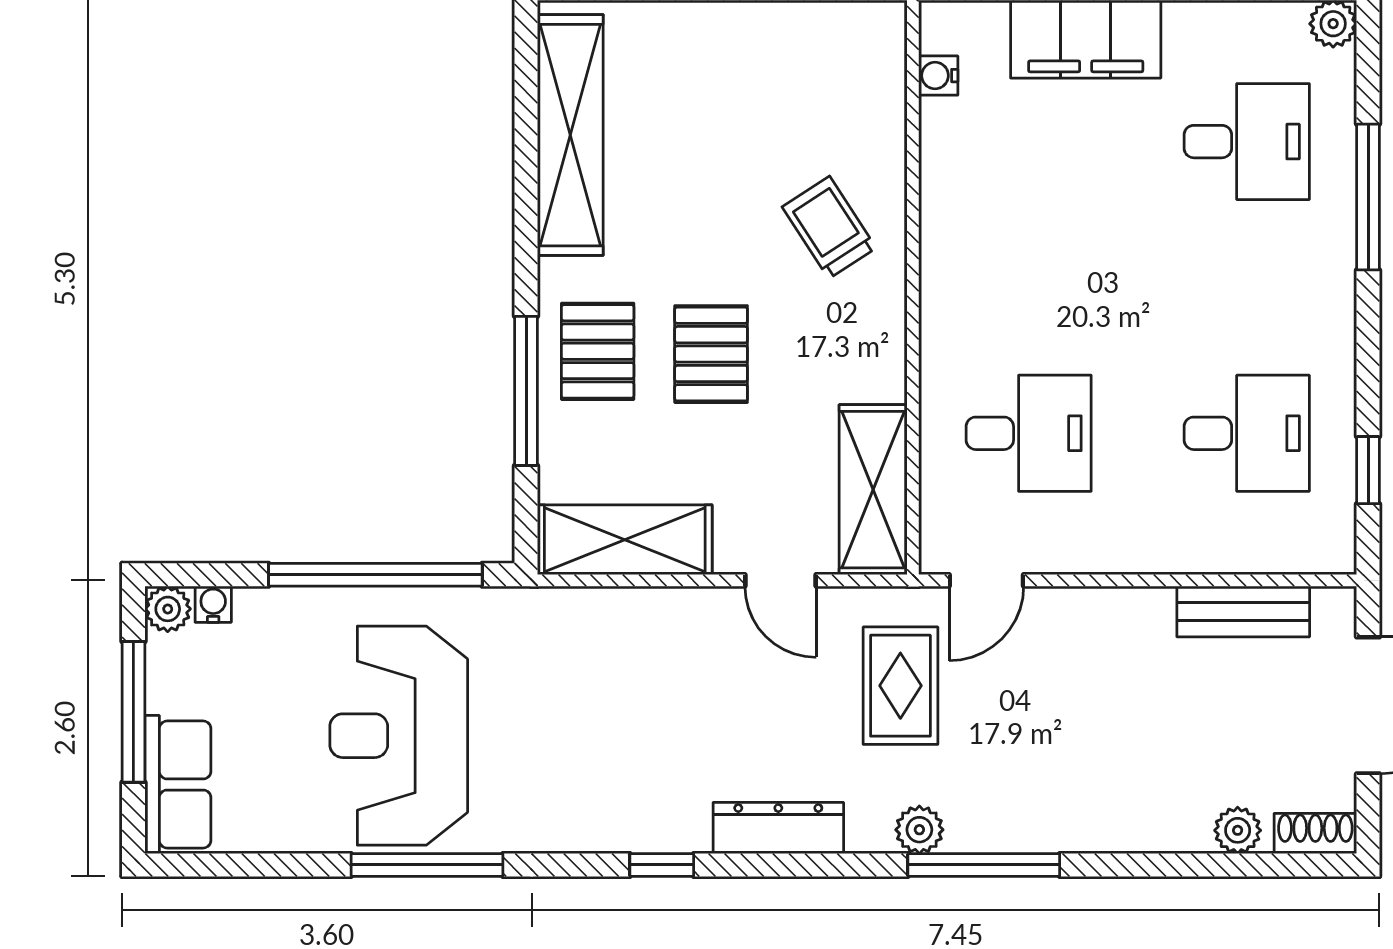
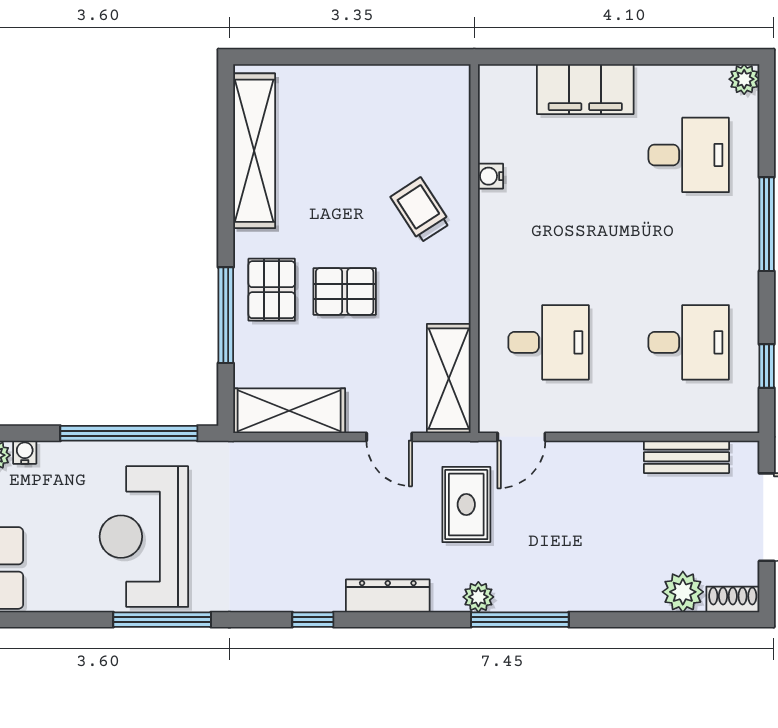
water cooler: (938, 76) -> (490, 176), moved
window: (1368, 197) -> (767, 224), moved
pallet: (711, 354) -> (345, 291), turned 90
plant: (1238, 830) -> (683, 592), width x1.38, depth x1.38

